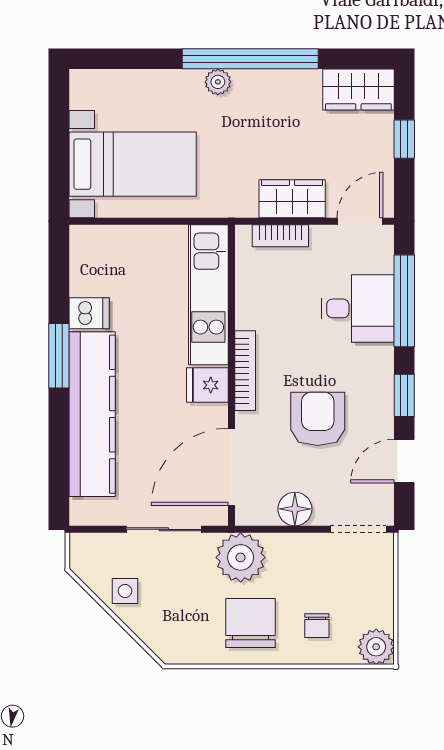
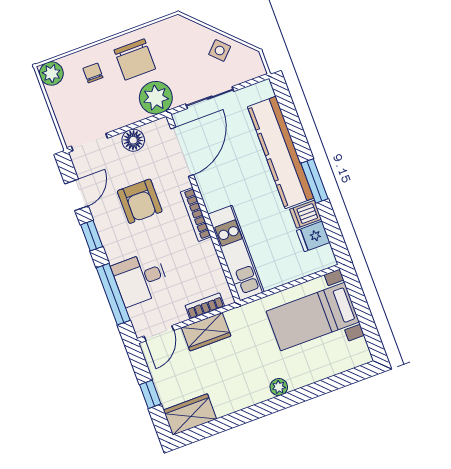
window: (250, 59) -> (264, 409), removed
fridge: (207, 385) -> (313, 236), moved, turned 180
side table: (125, 591) -> (220, 50), turned 45

